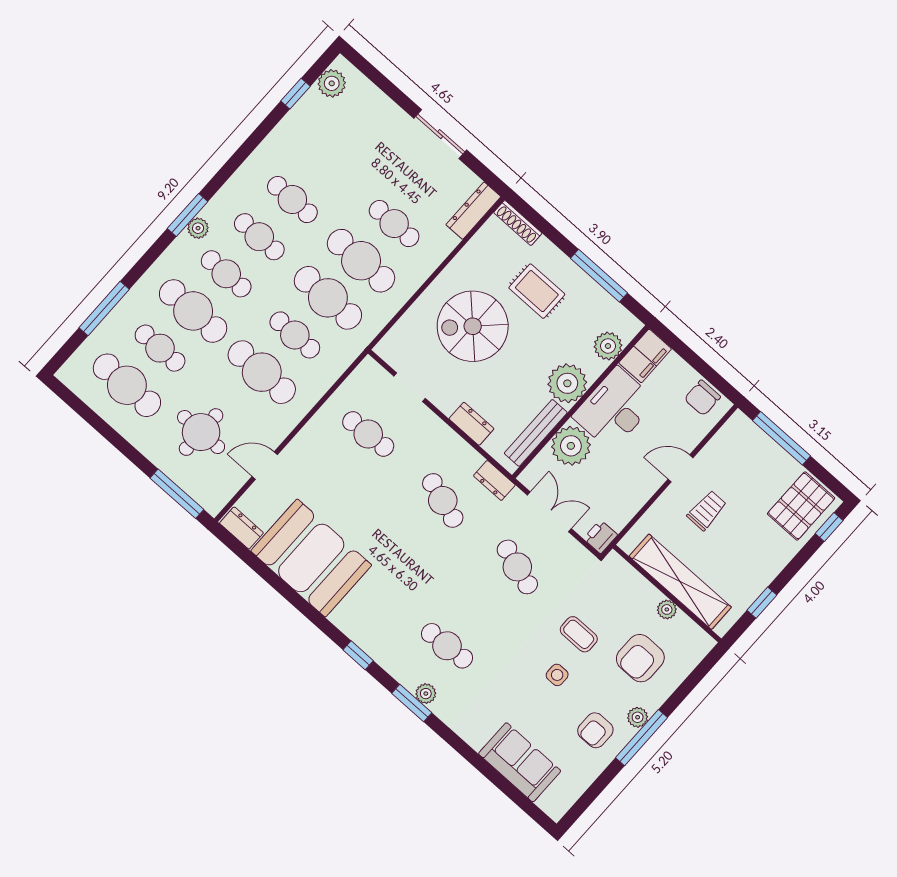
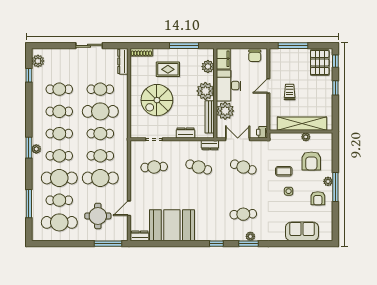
cafe table: (325, 162) -> (59, 89), added
cafe table: (328, 298) -> (100, 134), width x0.73, depth x0.74
window: (762, 603) -> (335, 88), moved

